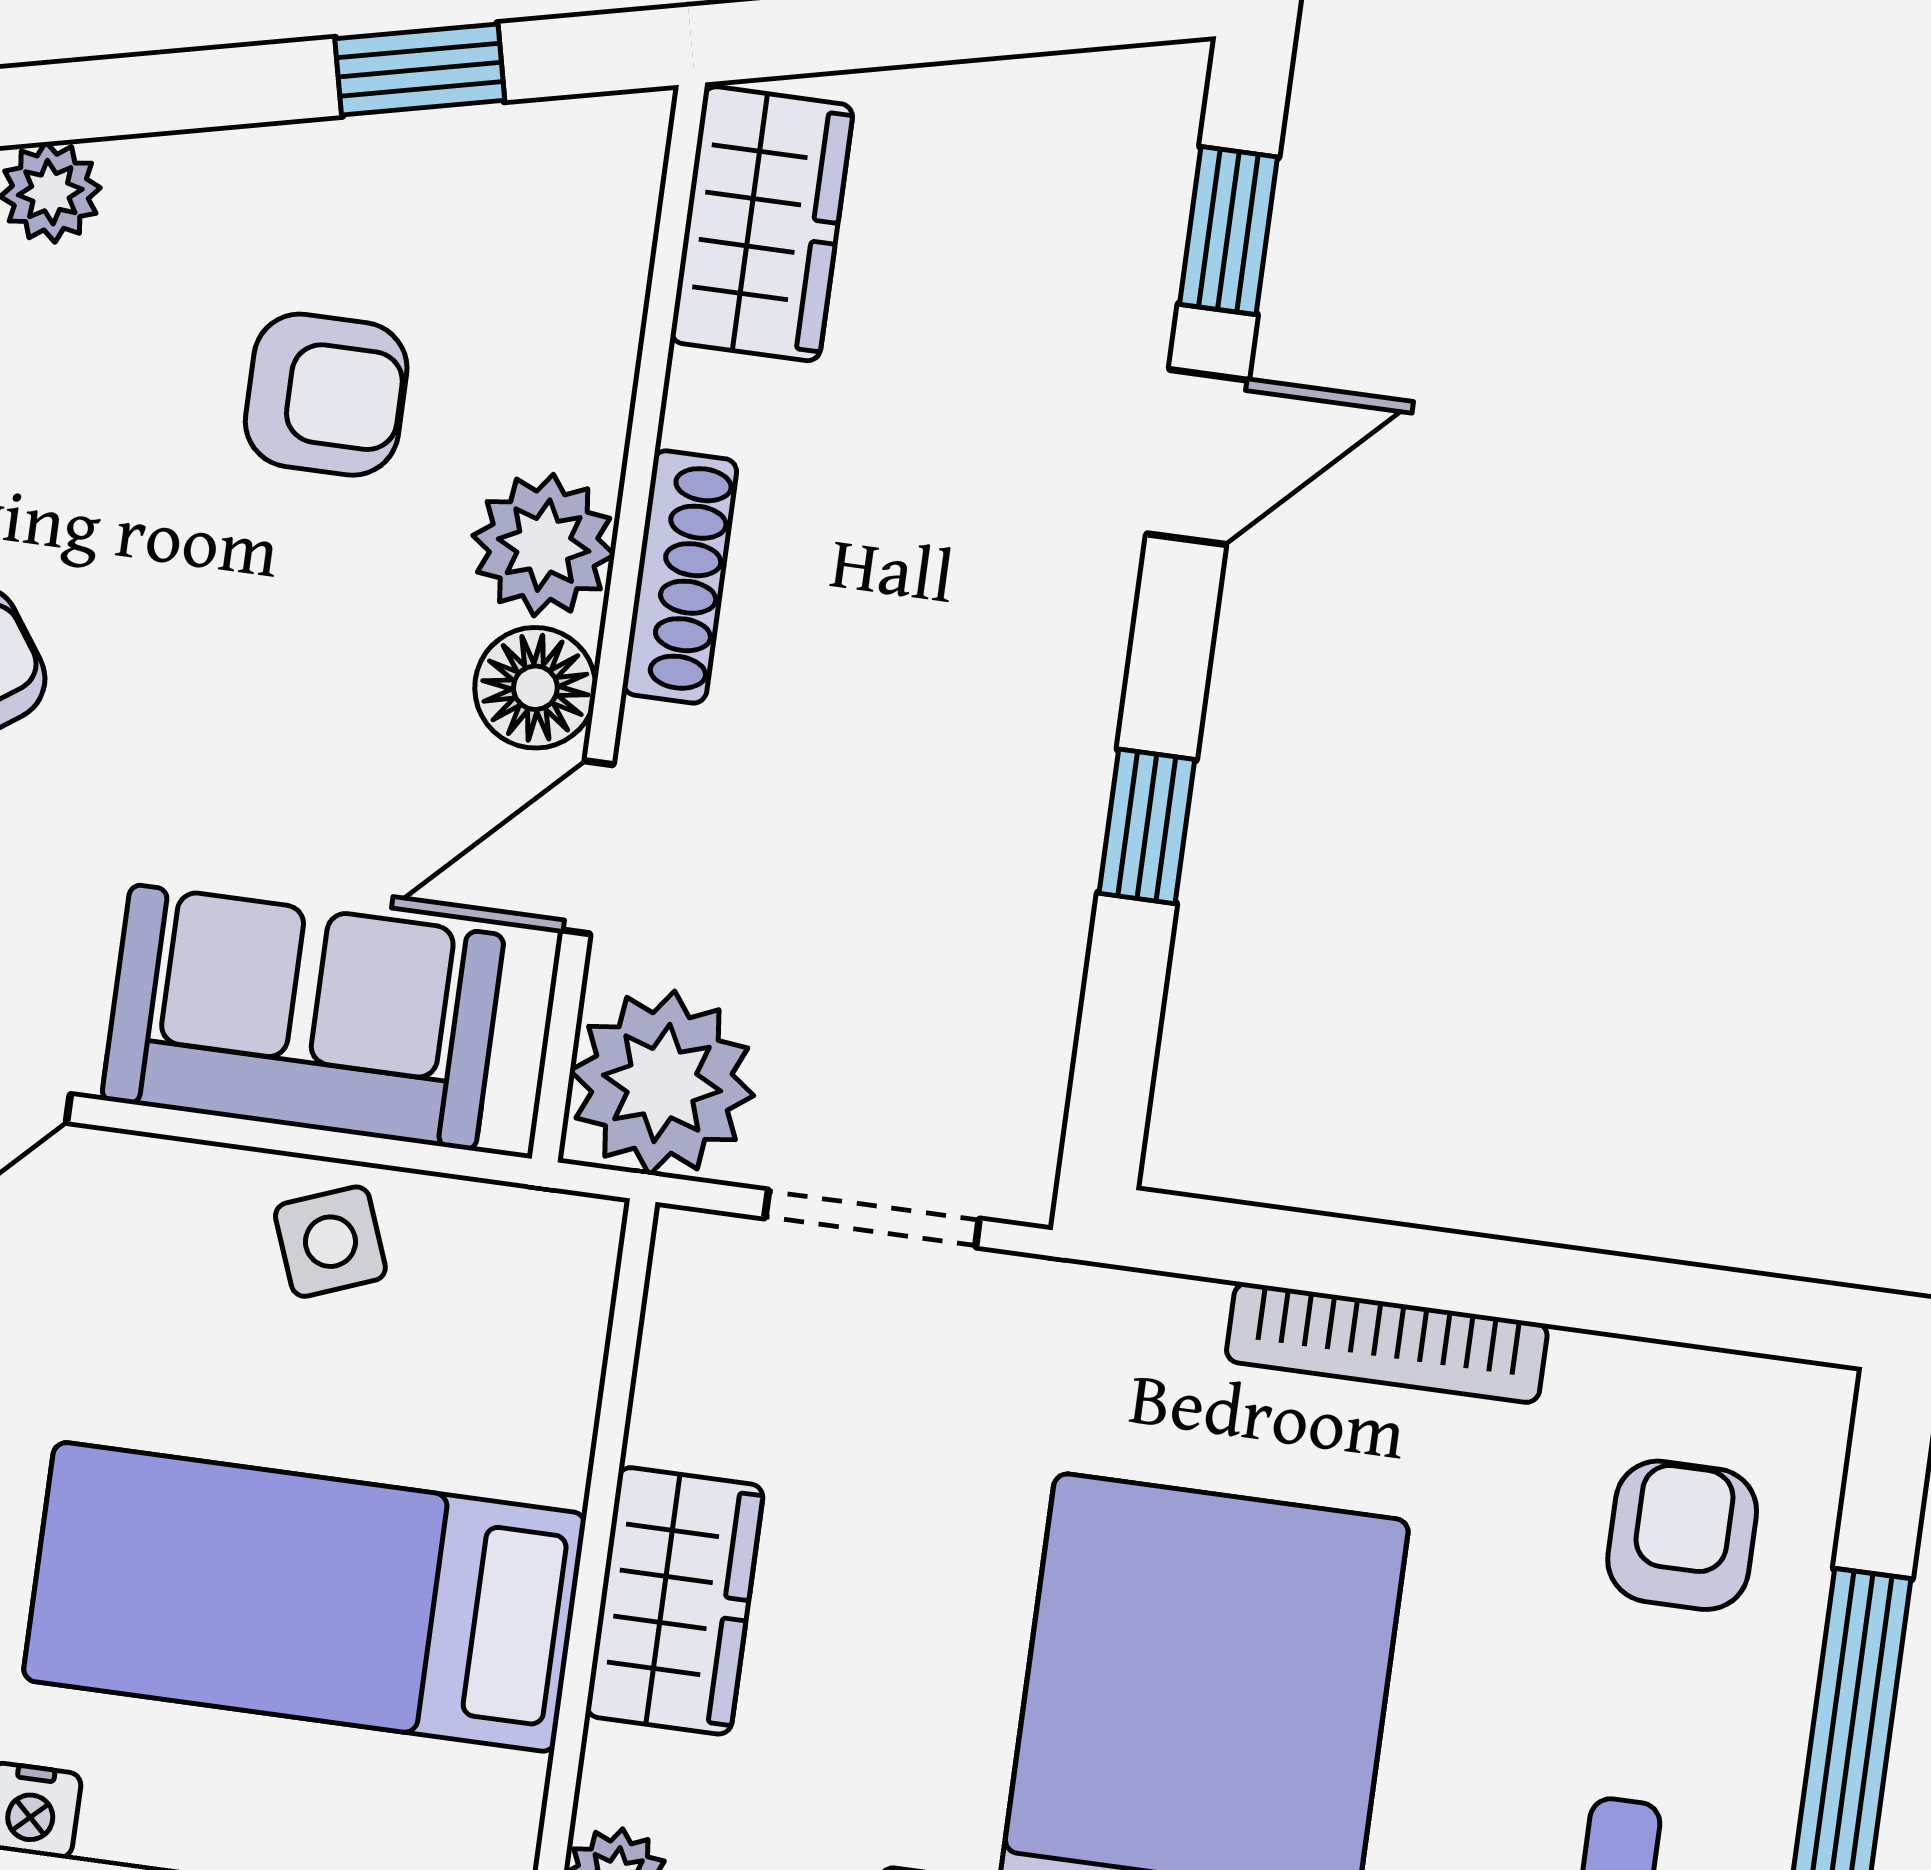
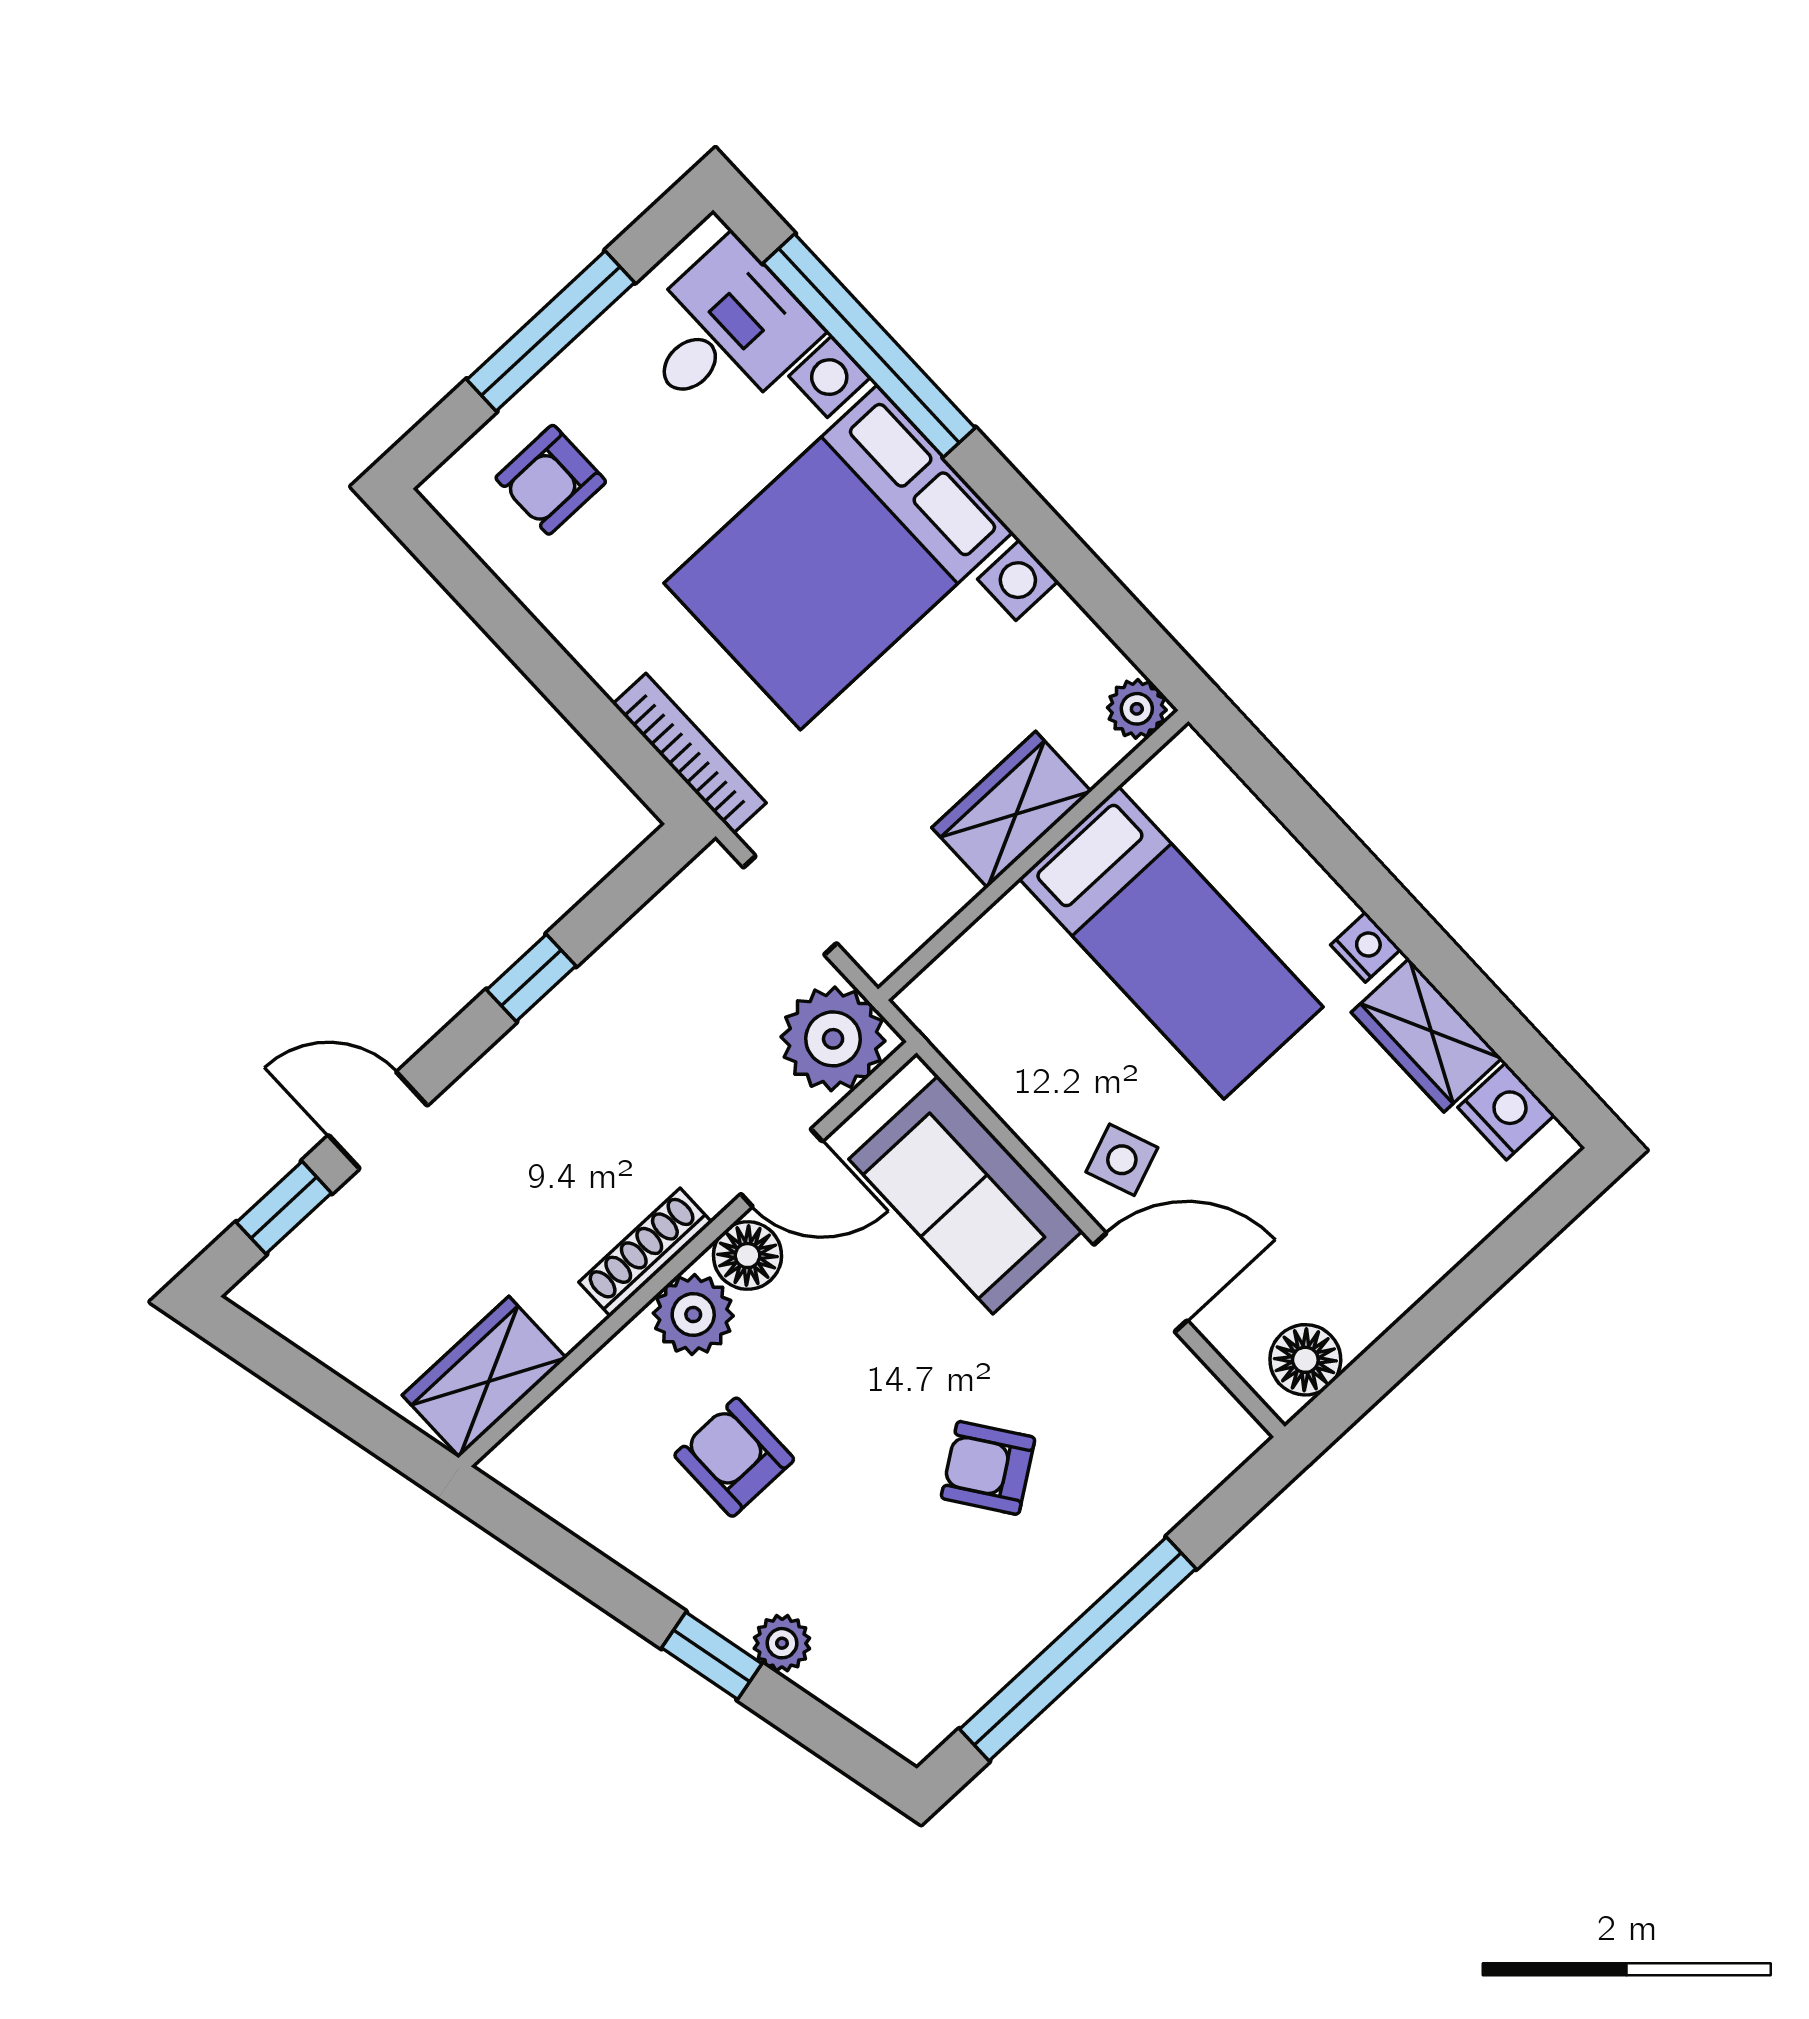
window: (420, 70) -> (712, 1656), moved
side table: (330, 1242) -> (1122, 1160), moved
bookcase: (1387, 1343) -> (690, 753), moved

